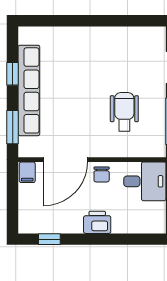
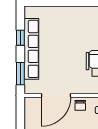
filing cabinet: (27, 172) -> (30, 104), removed

